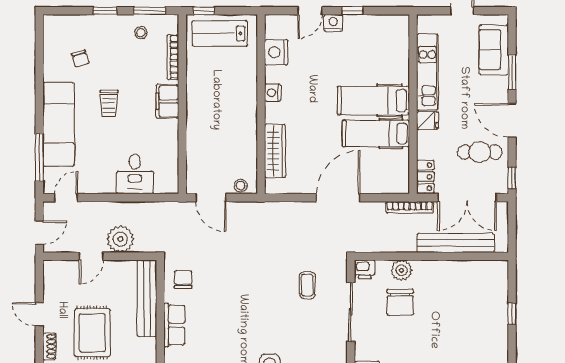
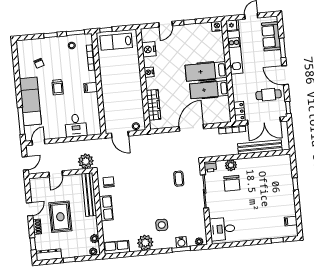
nightstand: (333, 23) -> (217, 26), moved
filing cabinet: (167, 101) -> (91, 87), width x0.50
fridge: (427, 121) -> (232, 25), moved
plant: (120, 239) -> (86, 161), moved
door: (39, 314) -> (30, 209), swing flipped

